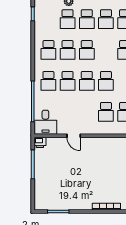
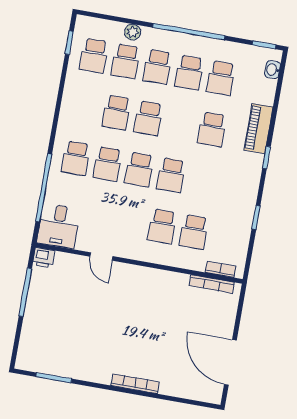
school desk: (48, 50) -> (94, 56), moved

